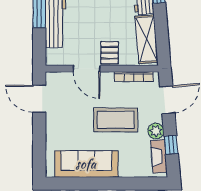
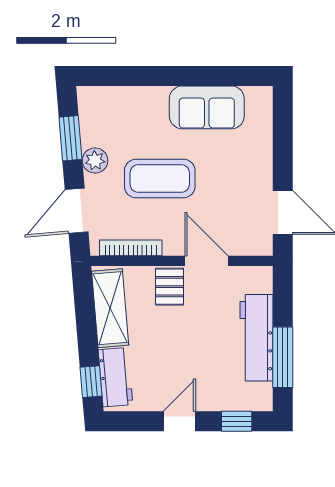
window: (171, 145) -> (70, 138), width x1.50
fireplace: (159, 156) -> (90, 120), removed
sofa: (86, 164) -> (207, 107), width x0.73

